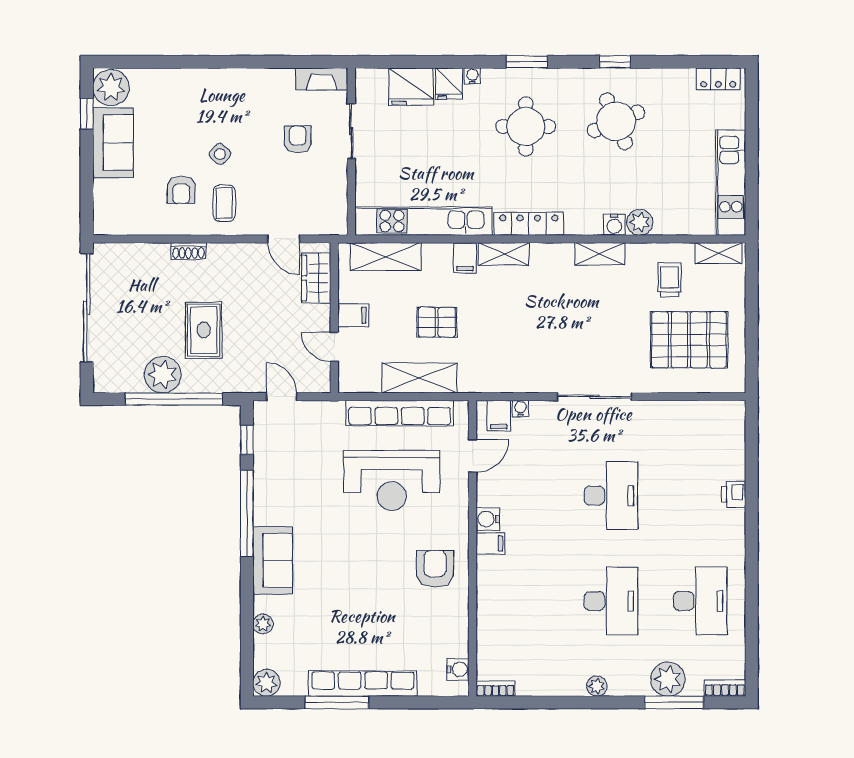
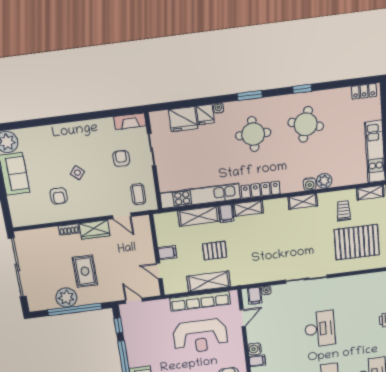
round table: (616, 121) -> (306, 124), turned 38
coffee table: (224, 203) -> (138, 194), moved
shelving: (386, 257) -> (199, 216), moved
wardrobe: (316, 278) -> (95, 230), moved, turned -90

